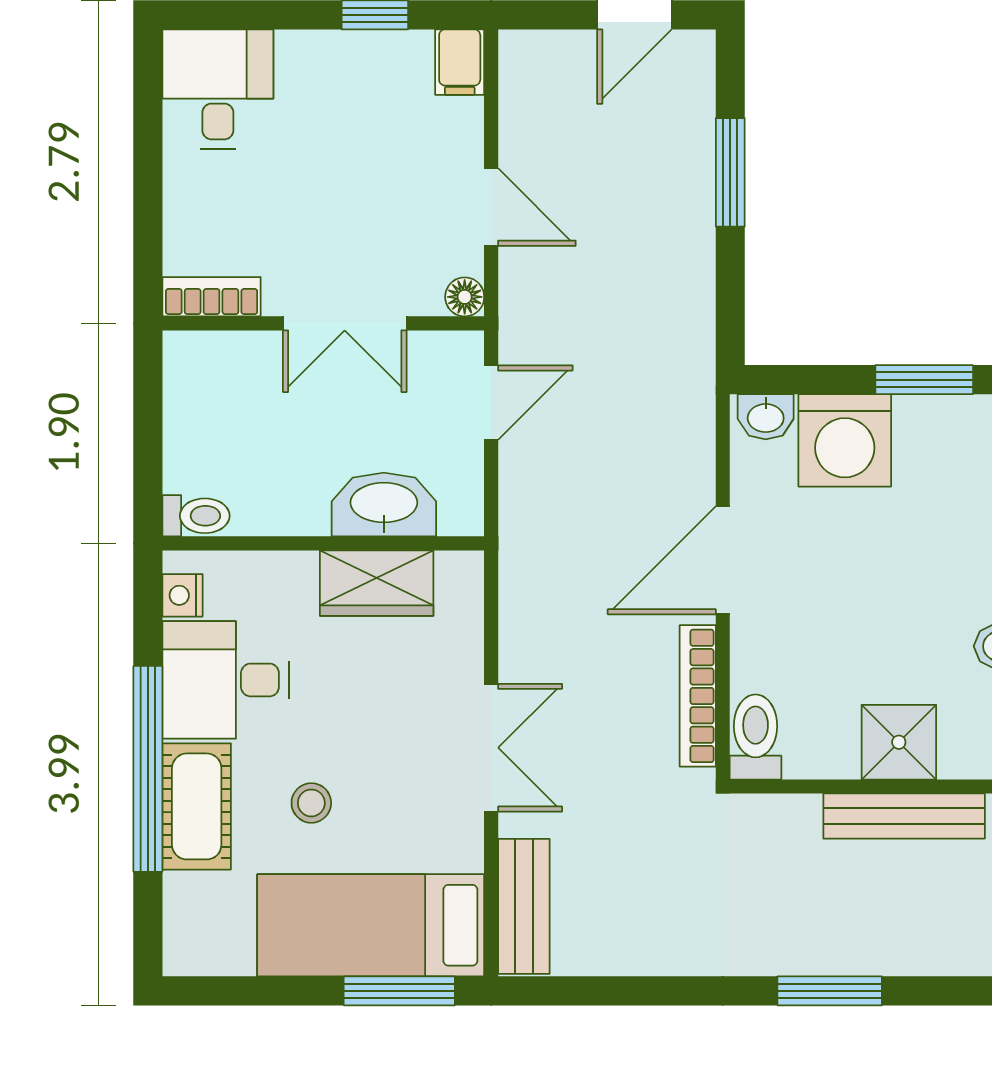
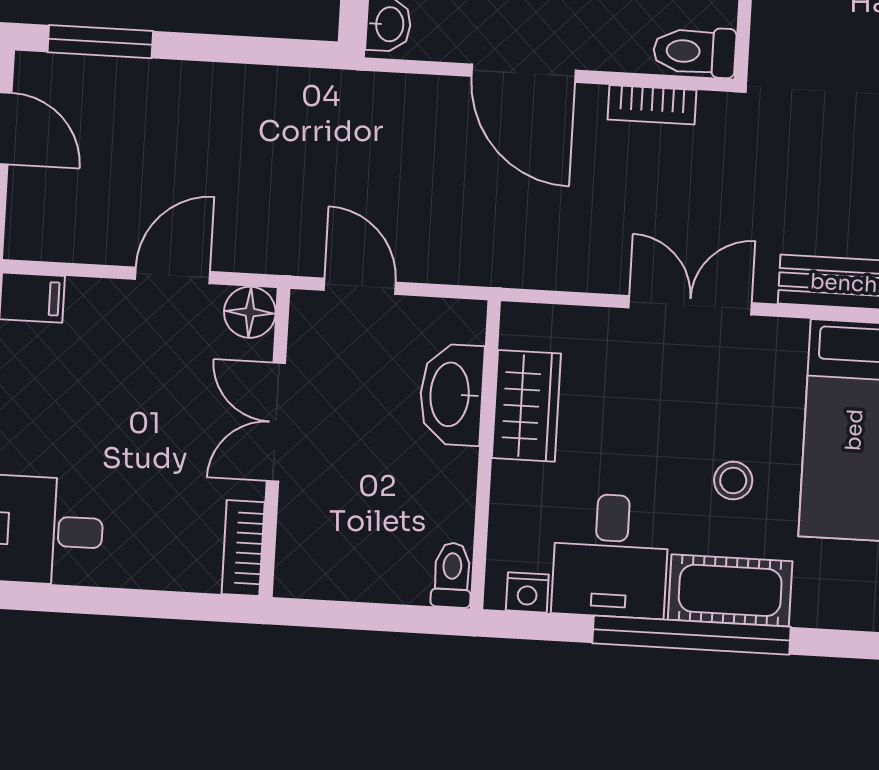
window: (730, 172) -> (100, 42), moved
floor lamp: (465, 297) -> (250, 312), width x1.37, depth x1.37
double door: (345, 323) -> (276, 422), swing flipped
bookcase: (698, 696) -> (652, 105), width x0.64

